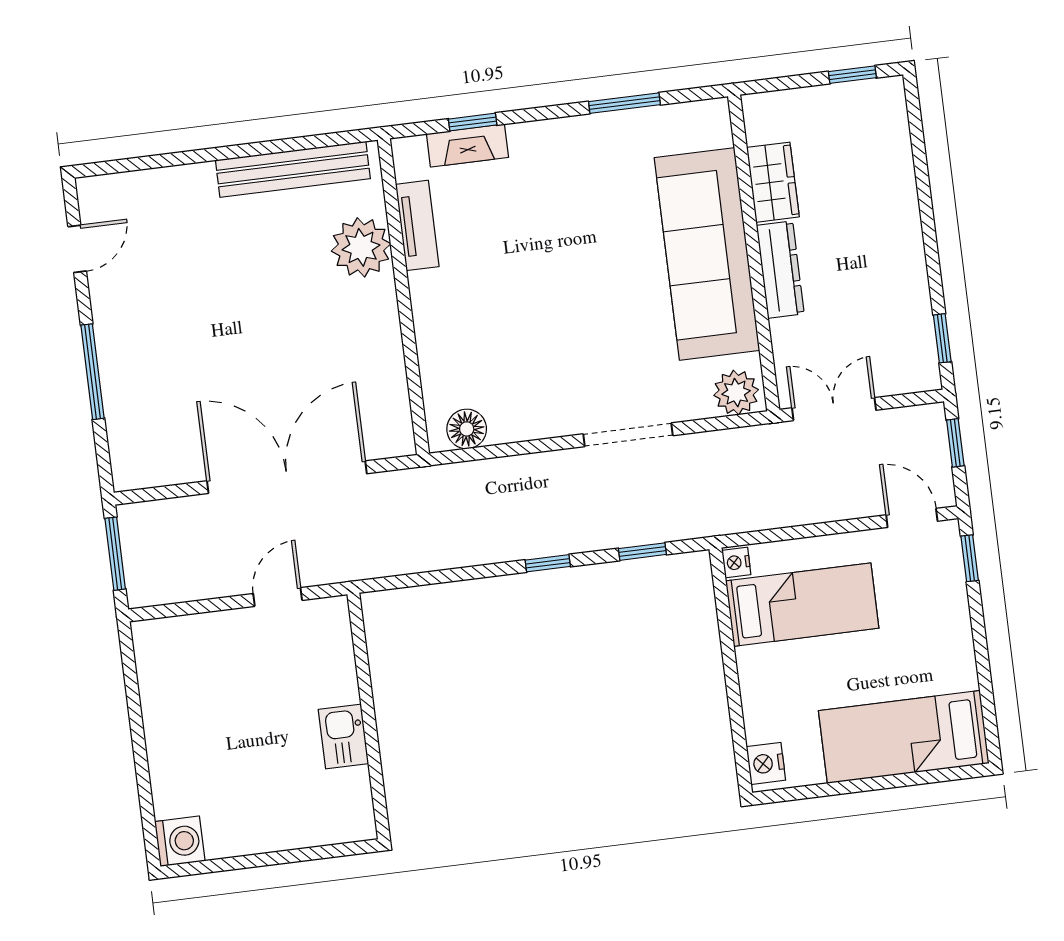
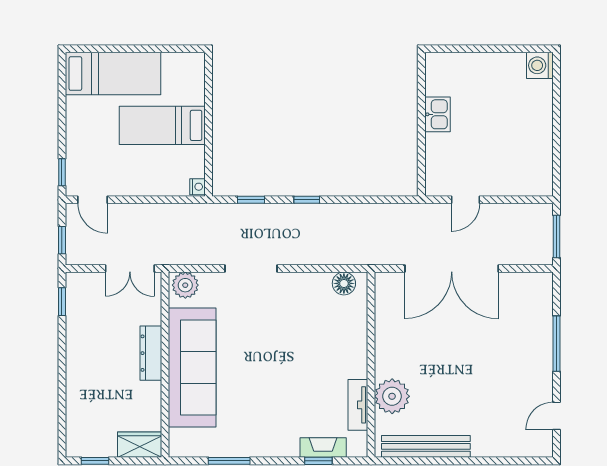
wardrobe: (773, 182) -> (140, 445), moved, turned 90
bed: (802, 605) -> (162, 125), moved
nightstand: (766, 763) -> (195, 68), removed

